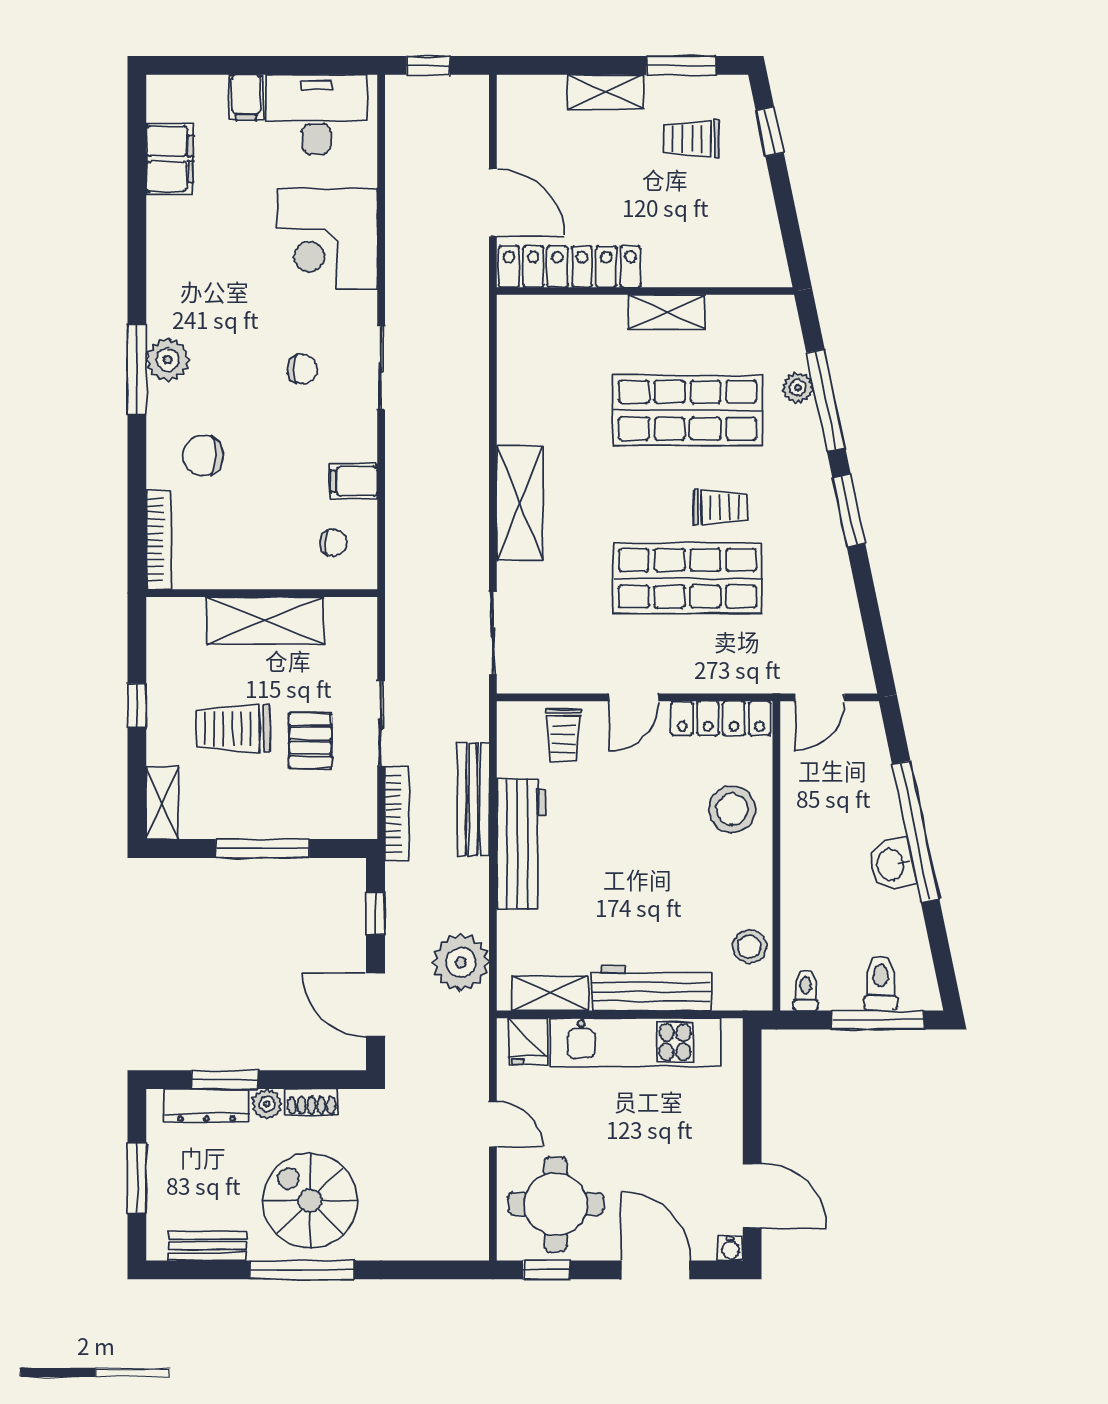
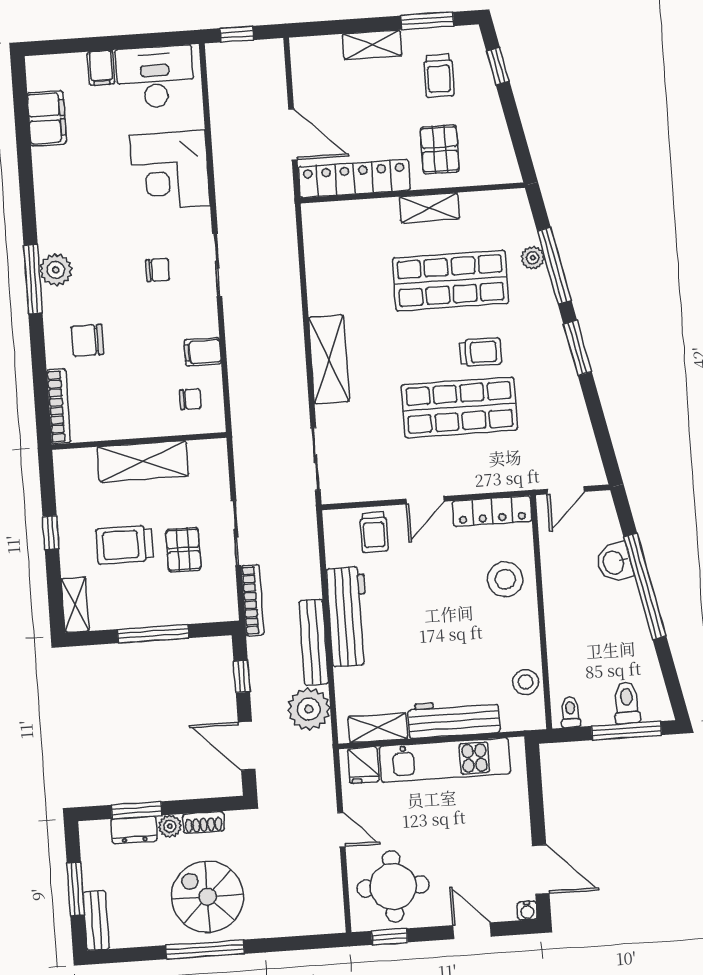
trolley: (691, 139) -> (439, 76), turned -90
pallet: (685, 236) -> (440, 149), added
bench: (473, 799) -> (314, 642), moved
washbasin: (892, 864) -> (614, 562), moved
dresser: (206, 1106) -> (134, 830), width x0.70
bench: (208, 1246) -> (96, 921), moved, turned 90
door: (656, 1270) -> (472, 931), width x0.73

